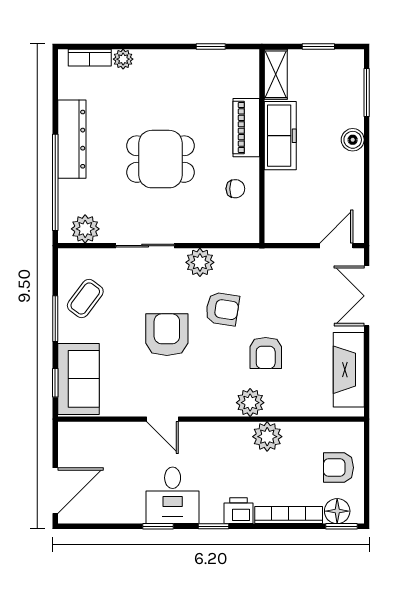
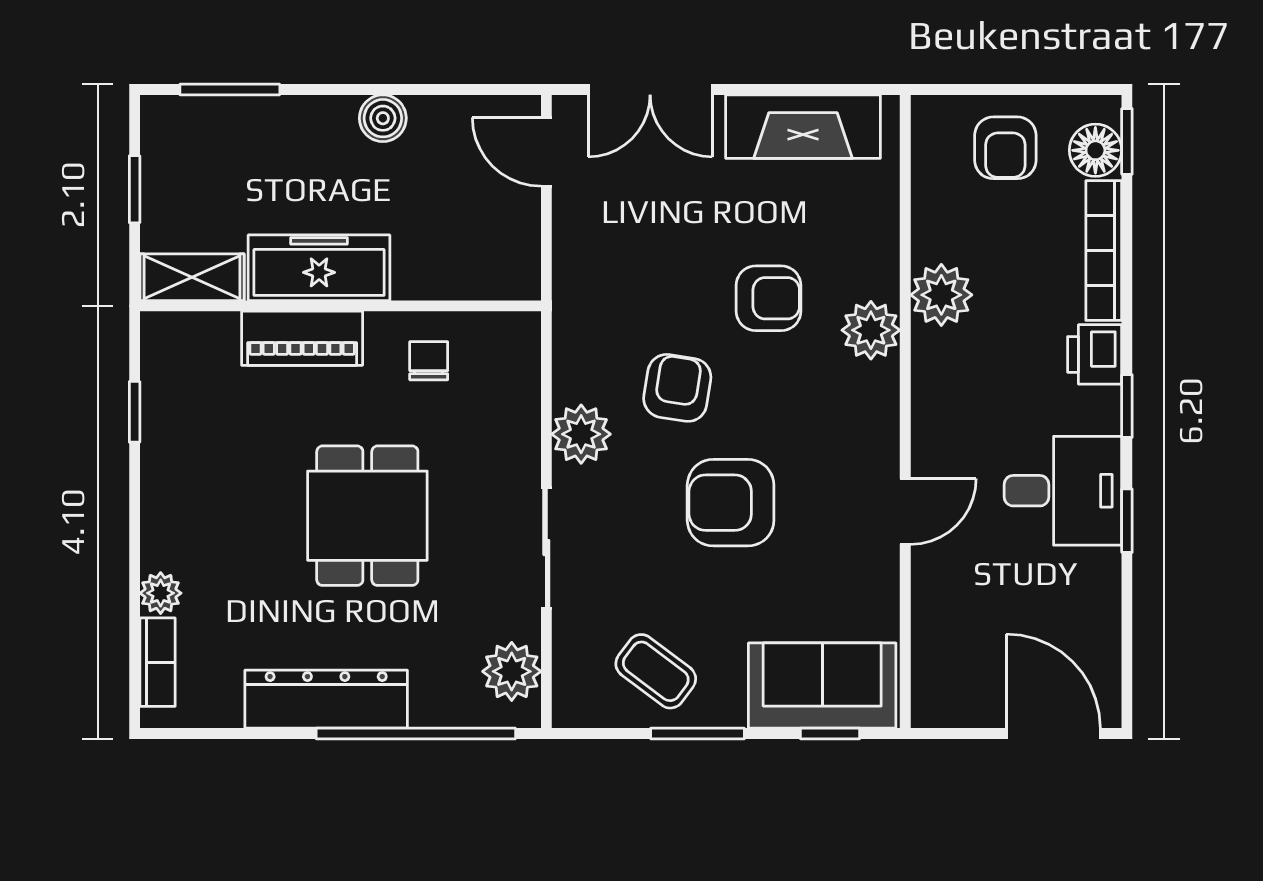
boiler: (353, 140) -> (383, 118), moved

